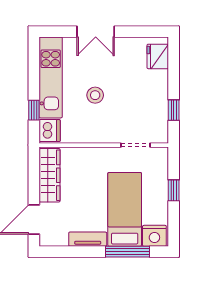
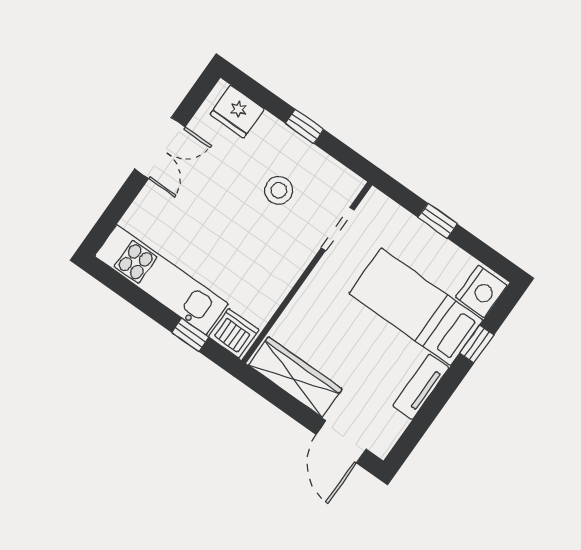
double door: (96, 32) -> (160, 148), moved
stool: (95, 95) -> (279, 190), moved
window: (174, 110) -> (305, 126), moved
window: (128, 252) -> (477, 344), width x0.46

